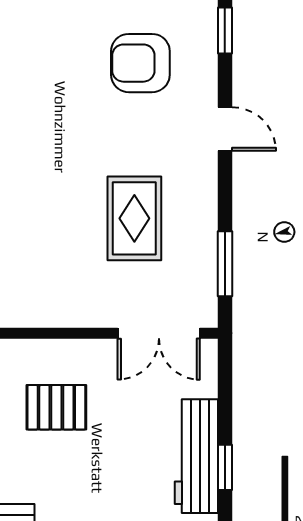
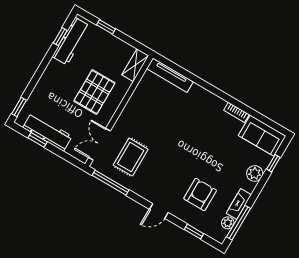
rug: (134, 218) -> (131, 157), moved, turned 90
window: (225, 264) -> (110, 183), width x1.44
pallet: (56, 407) -> (94, 92), width x1.50, depth x1.42

